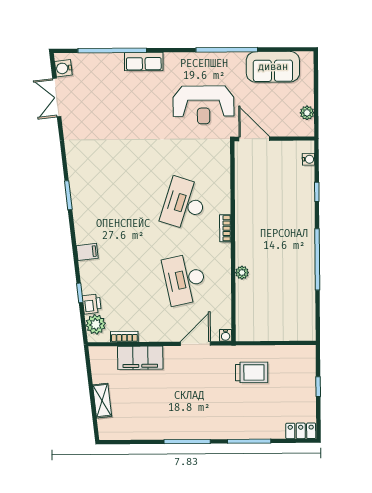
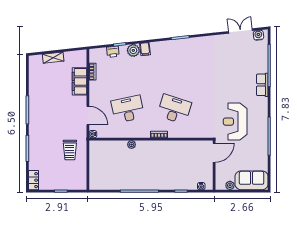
sofa: (273, 67) -> (252, 180), moved, turned 90
plant: (96, 324) -> (133, 50), moved

